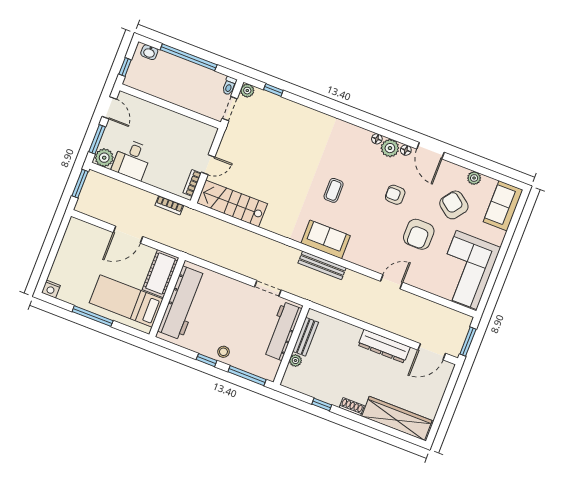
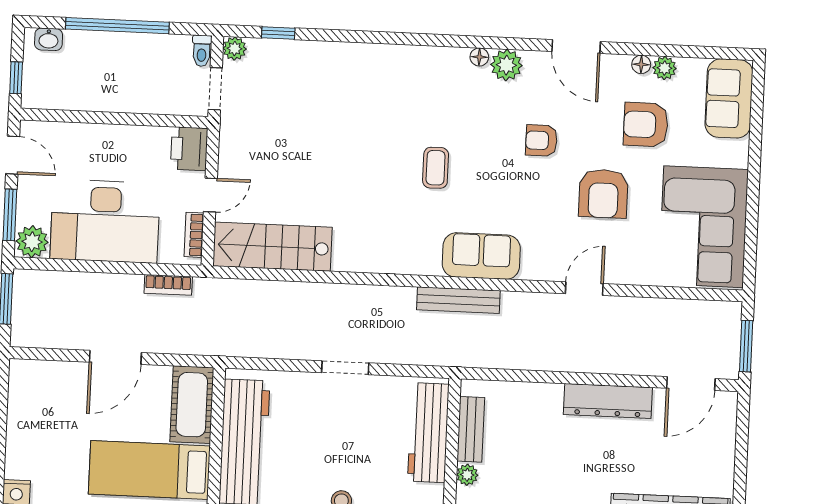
printer: (205, 136) -> (189, 149), added
floor lamp: (406, 150) -> (641, 64), moved
desk: (132, 160) -> (105, 221), width x1.87, depth x1.30
armchair: (454, 205) -> (646, 125), turned -37
sofa: (326, 239) -> (481, 256), moved
doorway: (268, 288) -> (345, 368), moved

